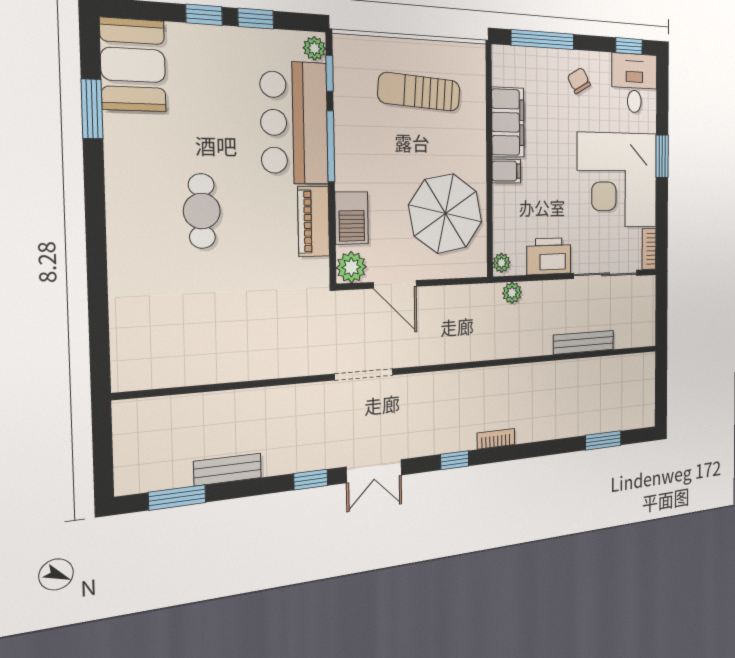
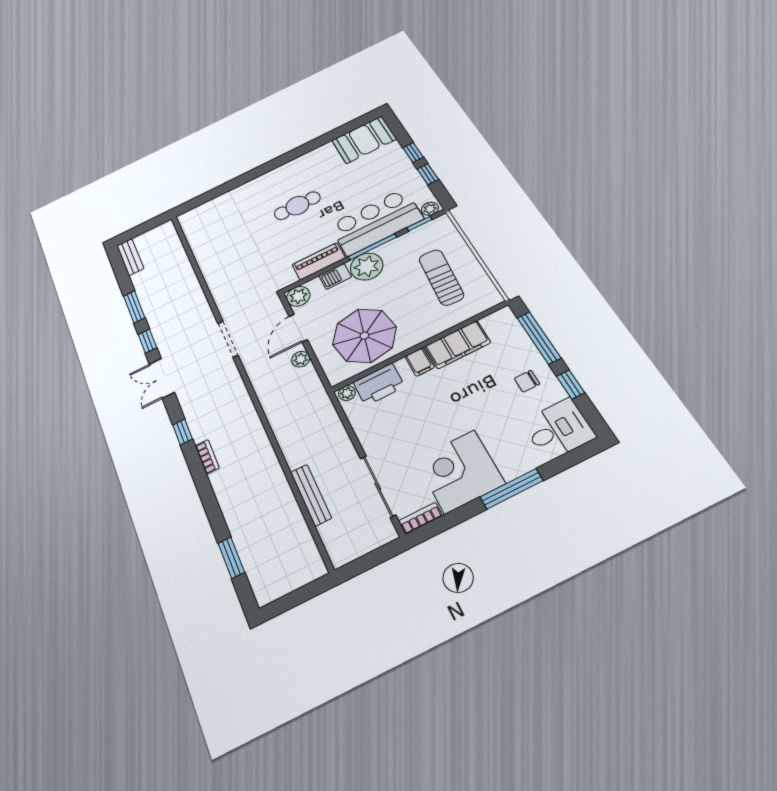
window: (629, 46) -> (571, 384), moved
chair: (579, 81) -> (527, 381), turned -150
window: (92, 109) -> (330, 137), removed
window: (662, 156) -> (512, 489), width x1.44
plant: (356, 167) -> (367, 267), added
corner desk: (617, 180) -> (460, 471), width x0.74, depth x0.74
barbecue: (352, 218) -> (335, 276), width x0.73, depth x0.79
printer: (549, 256) -> (379, 384), moved, turned 90
plant: (512, 293) -> (301, 359), moved
bench: (228, 470) -> (130, 257), moved
window: (177, 497) -> (134, 307), moved

